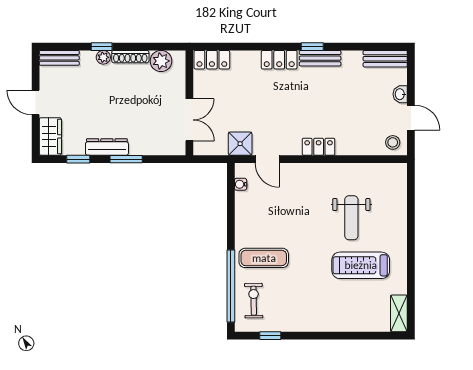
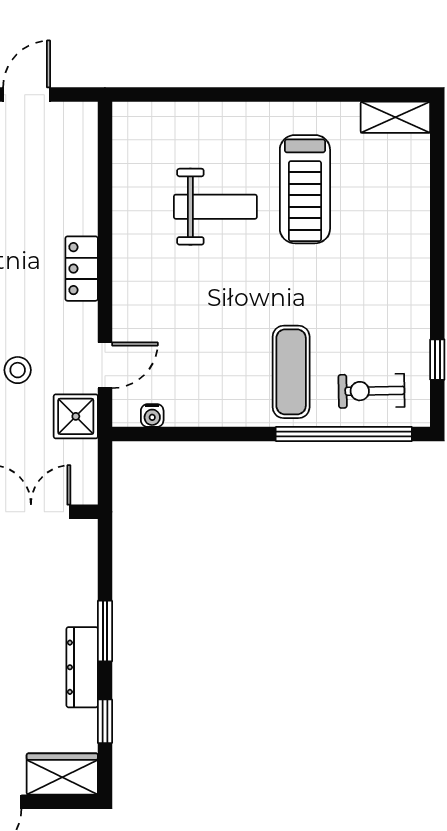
stool: (393, 142) -> (18, 370), moved

